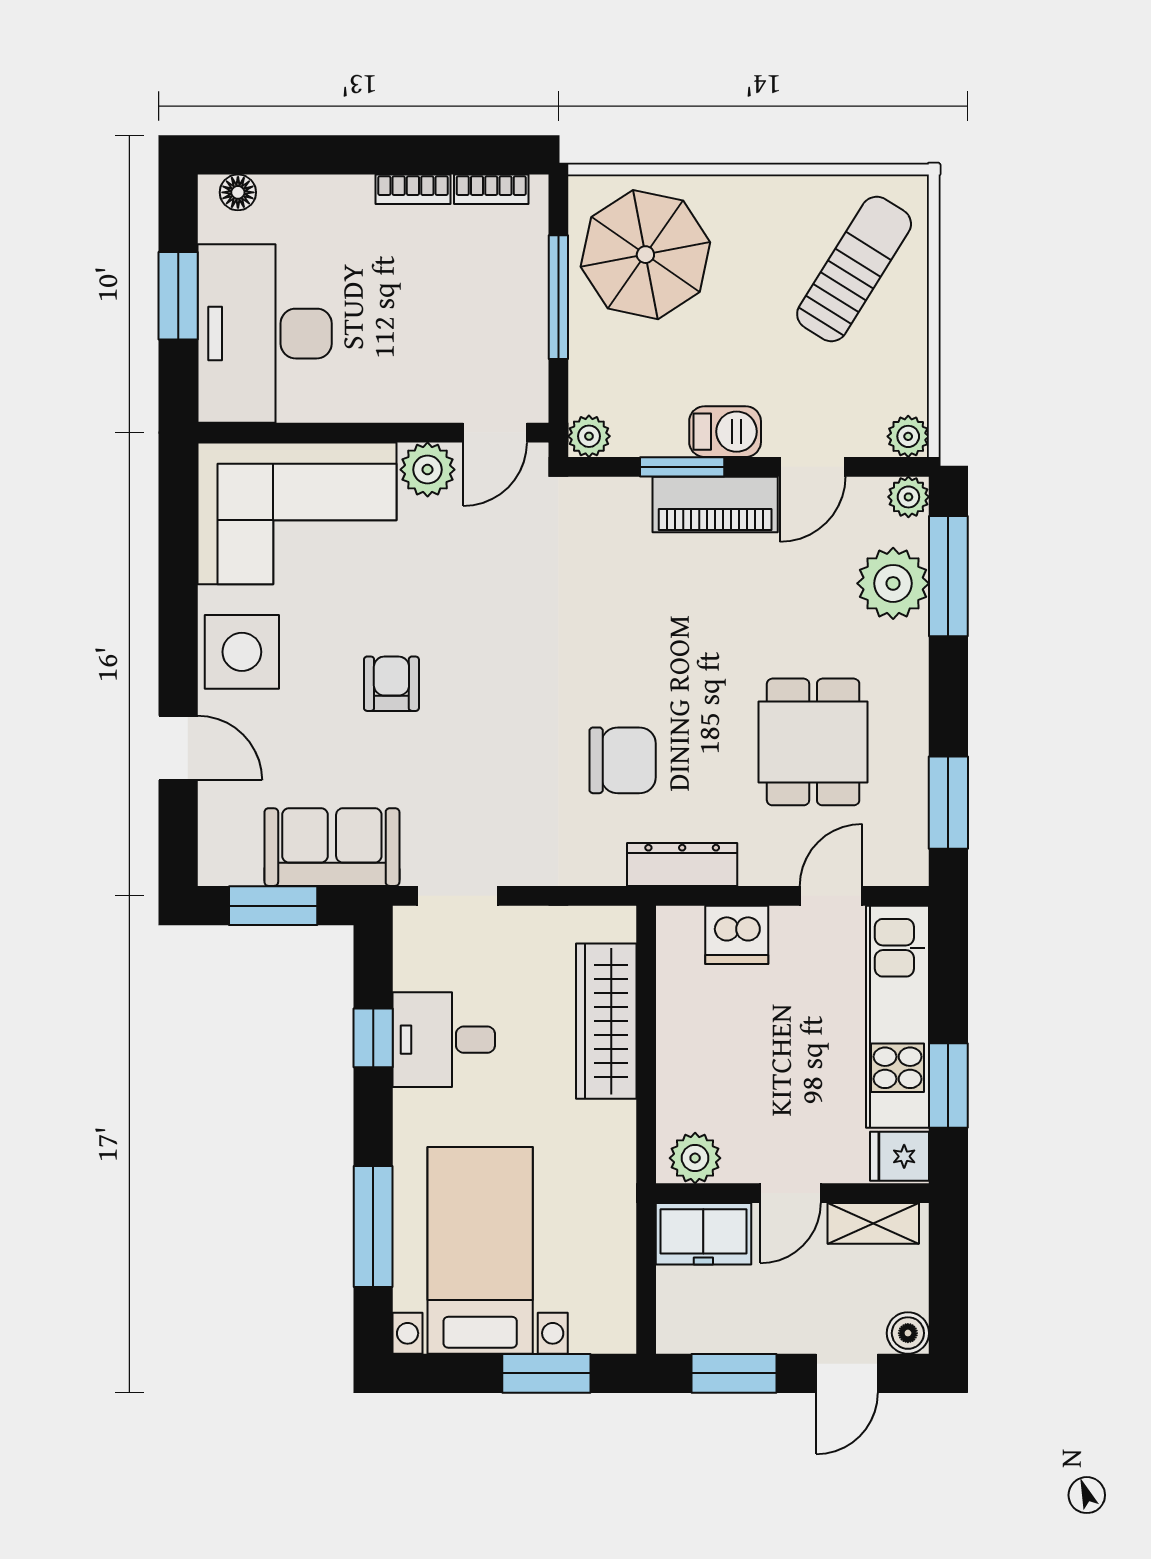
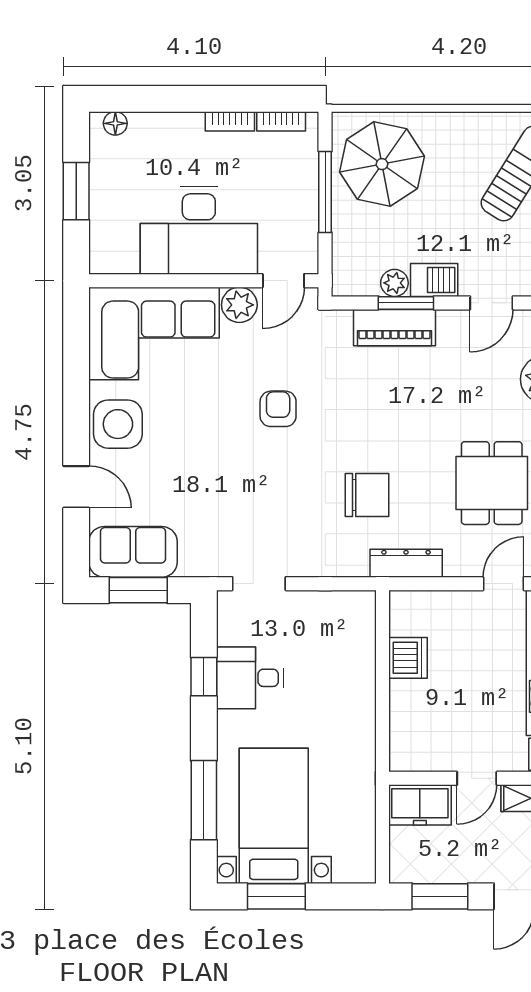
desk: (265, 334) -> (199, 230), moved, turned -90
plant: (589, 436) -> (394, 283), moved
piano: (715, 505) -> (395, 328), moved
armchair: (391, 684) -> (278, 409), moved
sofa: (332, 847) -> (133, 552), moved
dishwasher: (737, 935) -> (408, 658), moved, turned -90
wardrobe: (606, 1021) -> (356, 666), removed
plant: (695, 1158) -> (414, 755), removed
window: (546, 1373) -> (276, 896), moved

